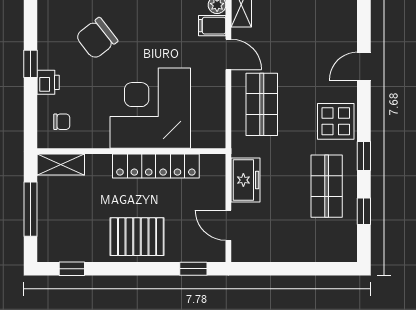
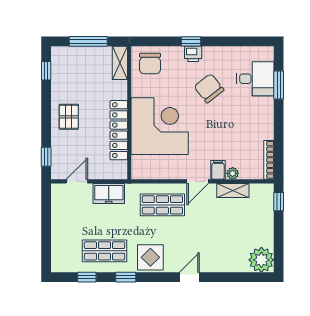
door: (364, 66) -> (189, 277), hinge flipped
printer: (48, 82) -> (193, 54), moved
chair: (62, 122) -> (150, 64), width x1.87, depth x1.87
pallet: (137, 237) -> (69, 117), width x0.67, depth x0.71

